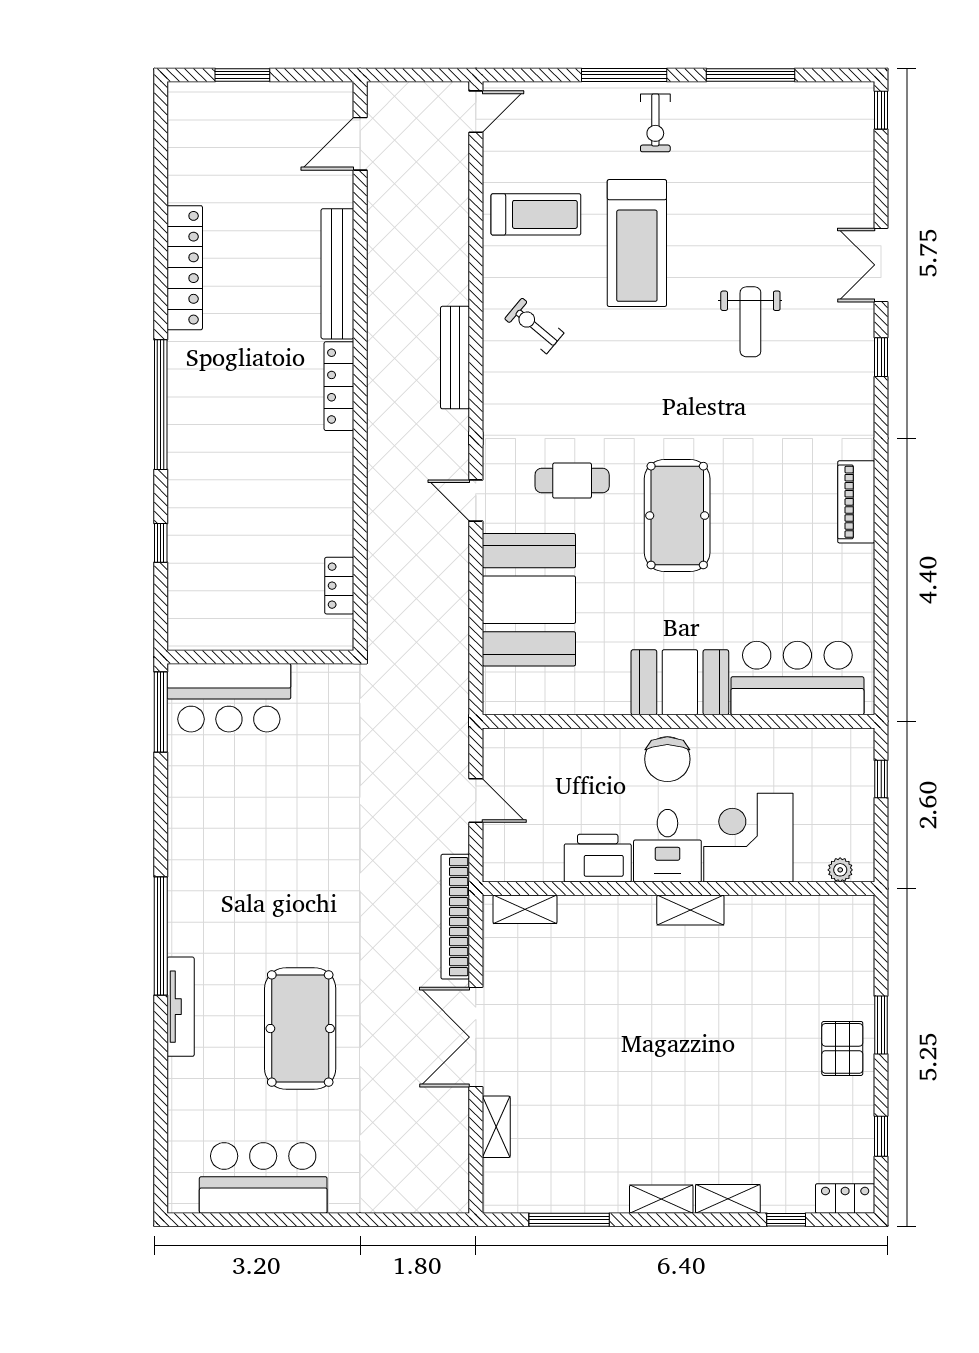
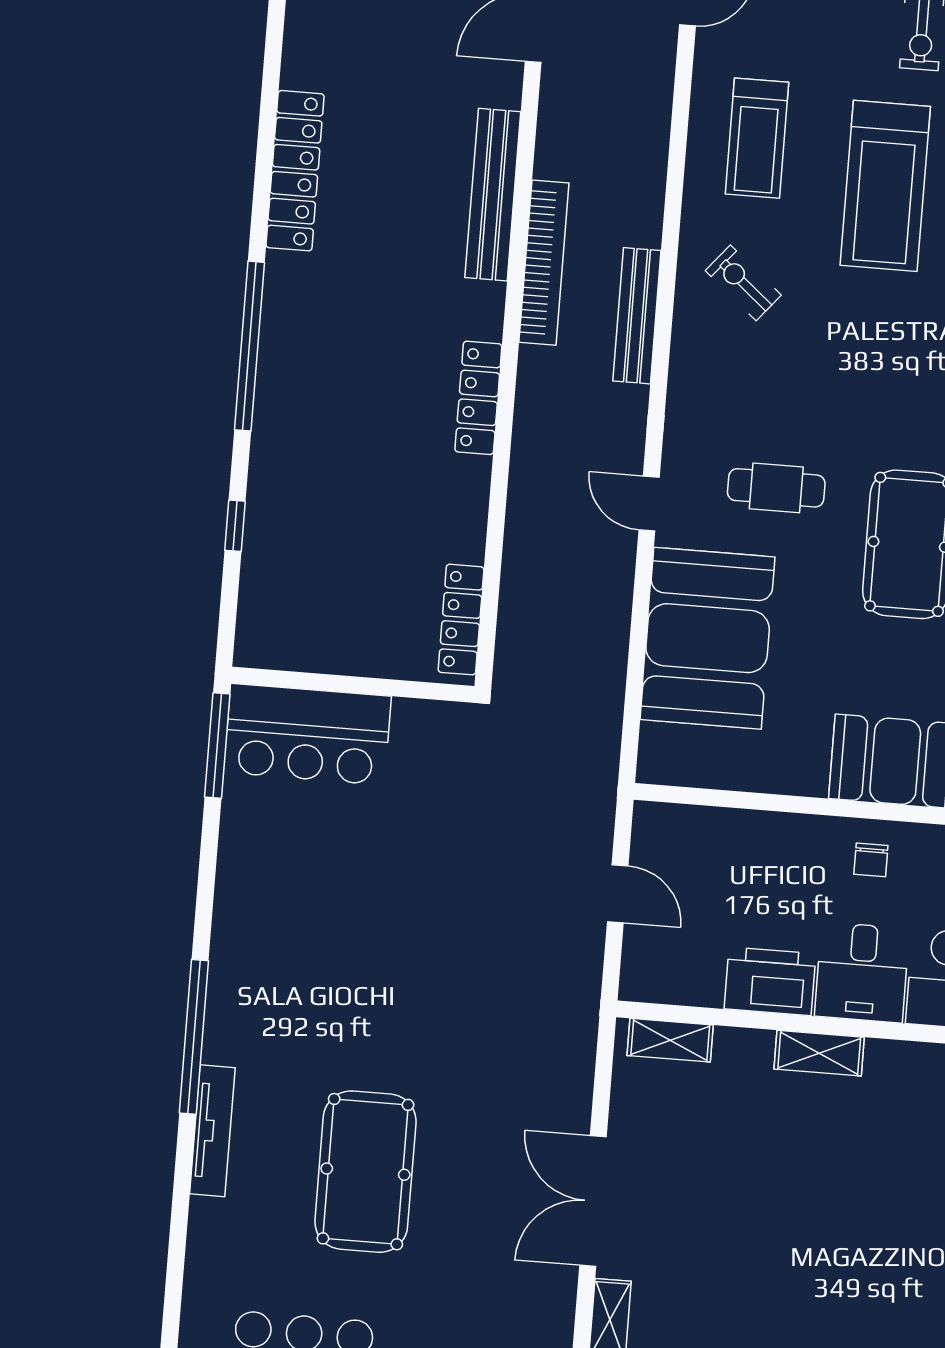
treadmill: (536, 214) -> (757, 138), turned 90
locker: (339, 386) -> (478, 398), moved
locker: (339, 586) -> (461, 620), width x1.53
chair: (667, 759) -> (871, 860), width x0.54, depth x0.54
shelving: (690, 910) -> (819, 1053), moved
bookcase: (455, 917) -> (544, 263), moved, turned 180

